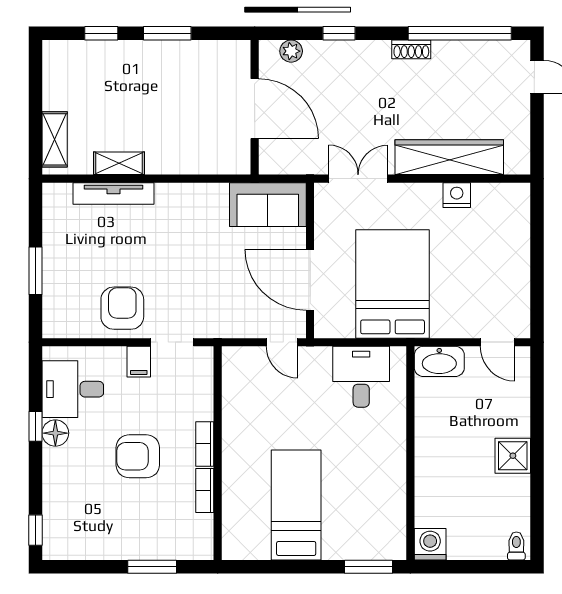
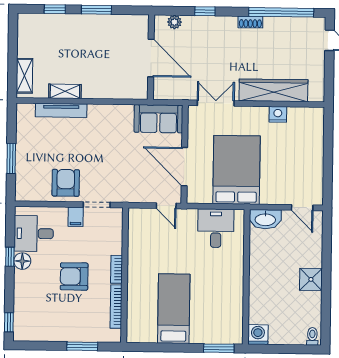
bookcase: (205, 491) -> (116, 307), width x1.56

